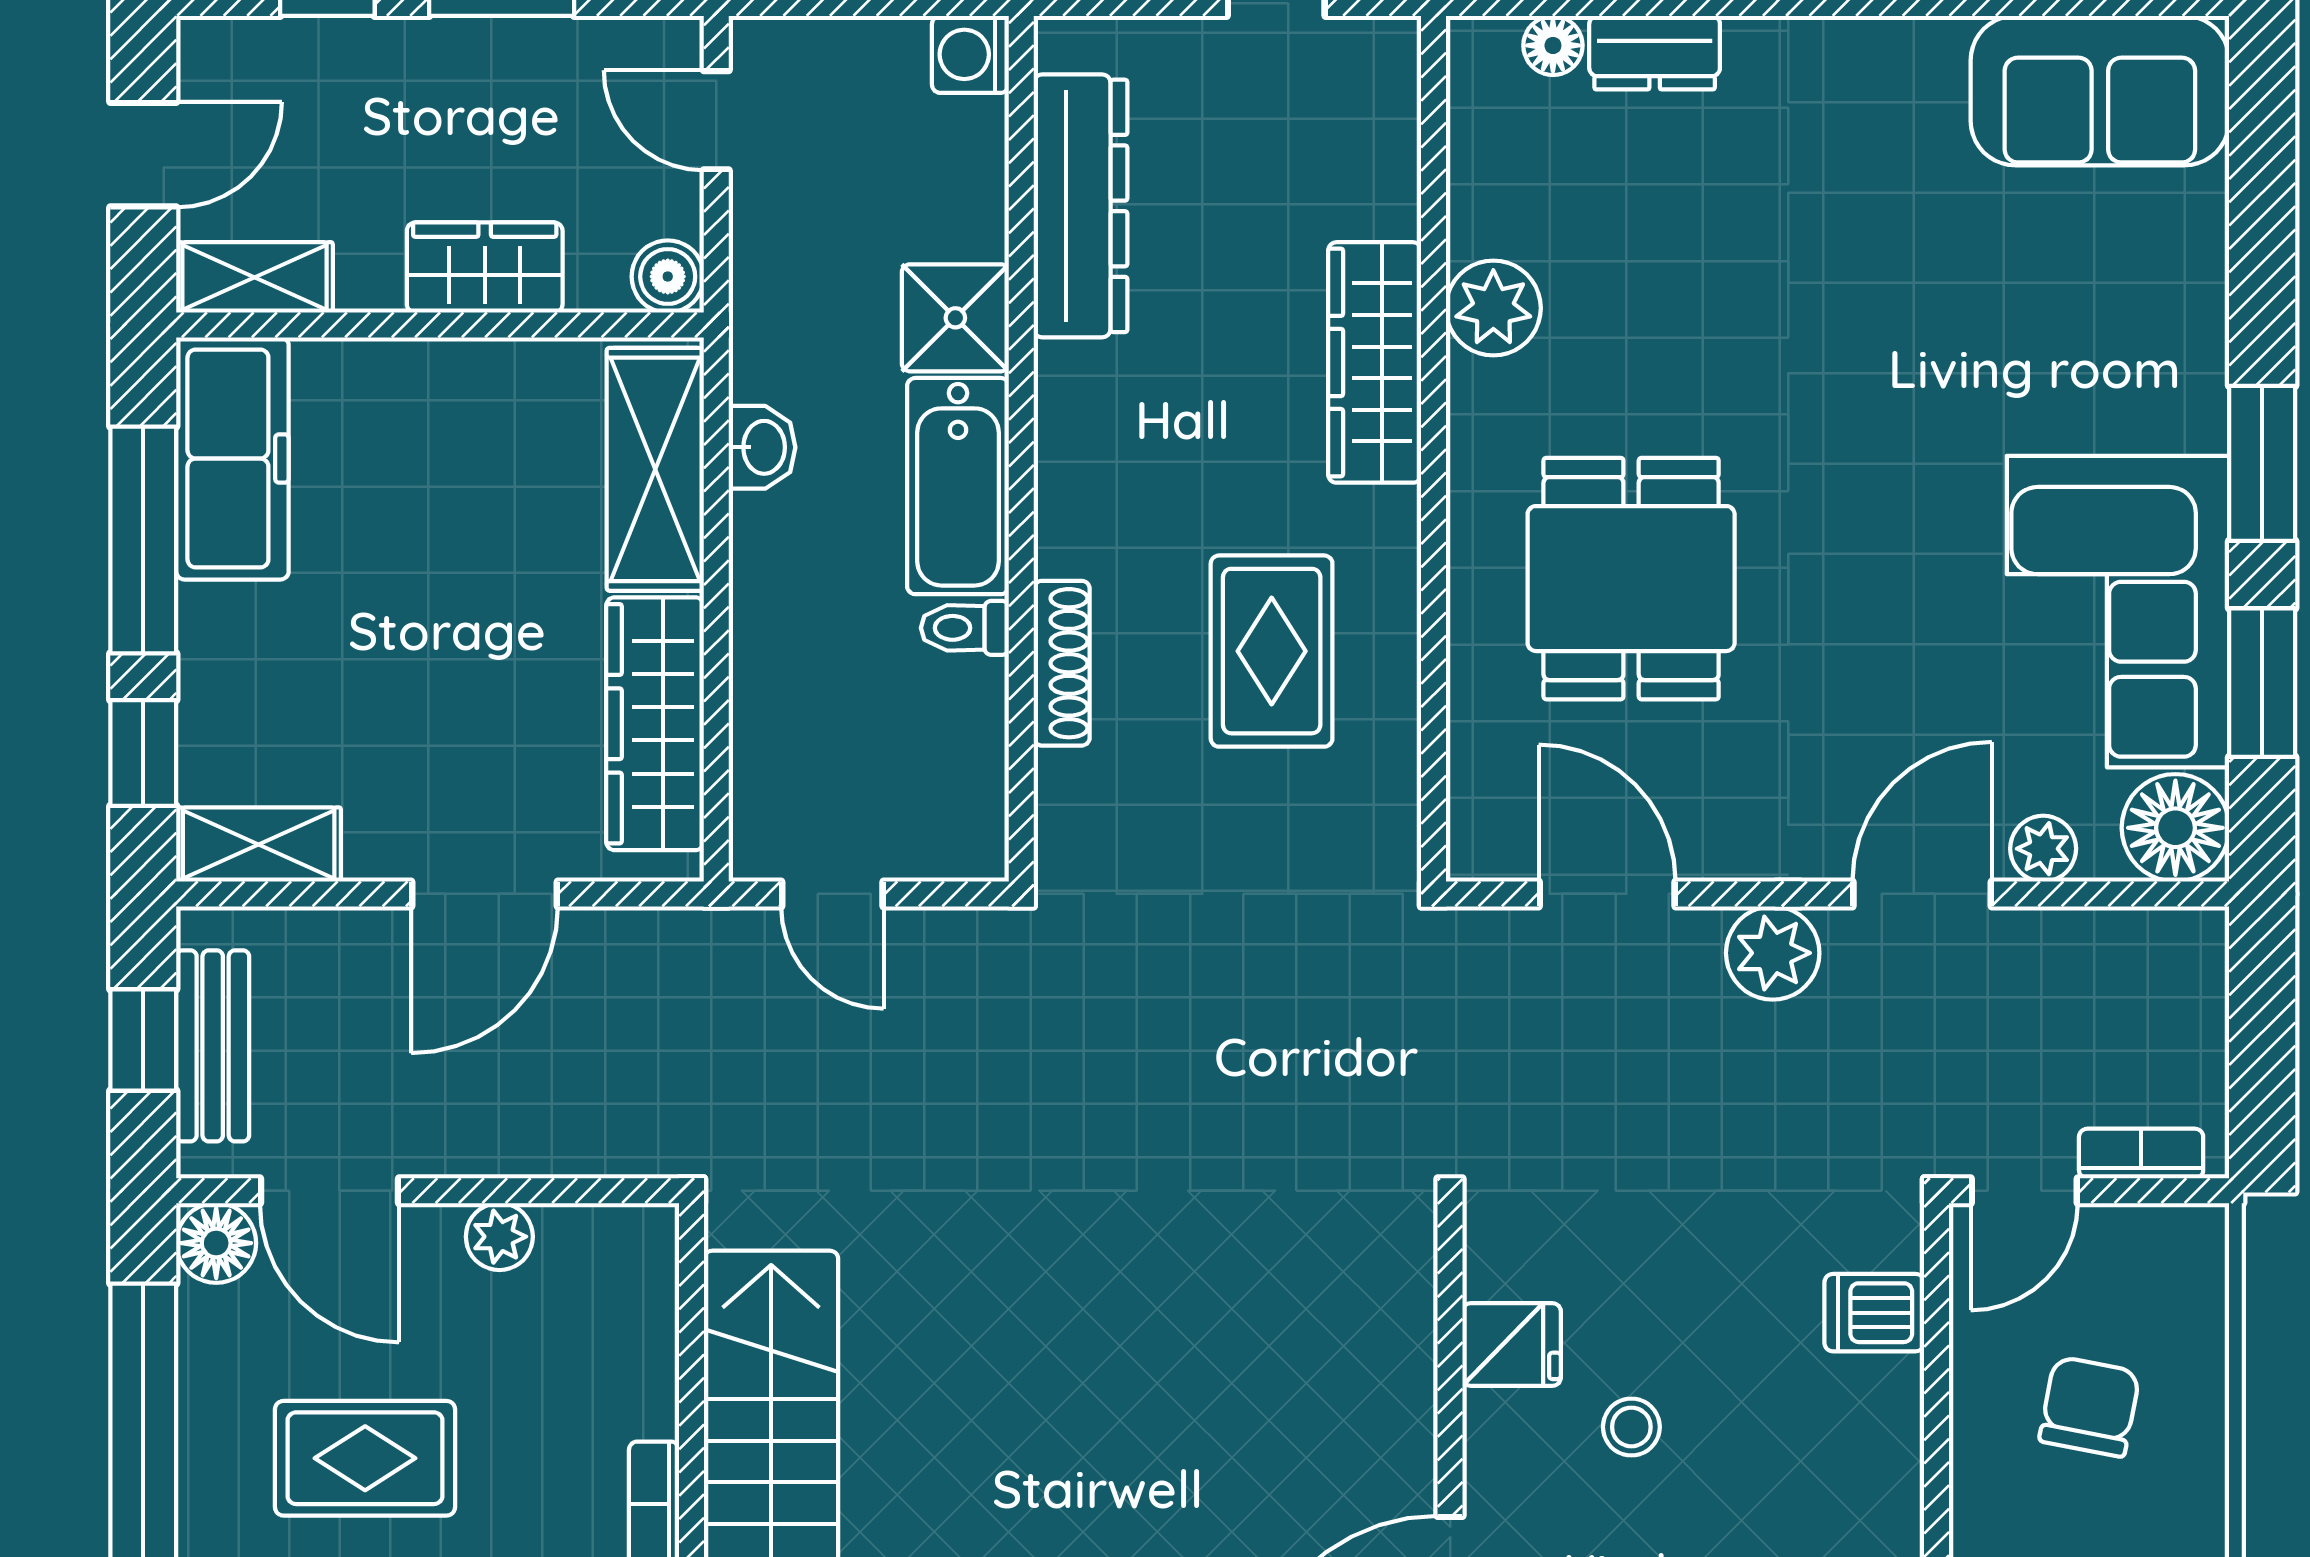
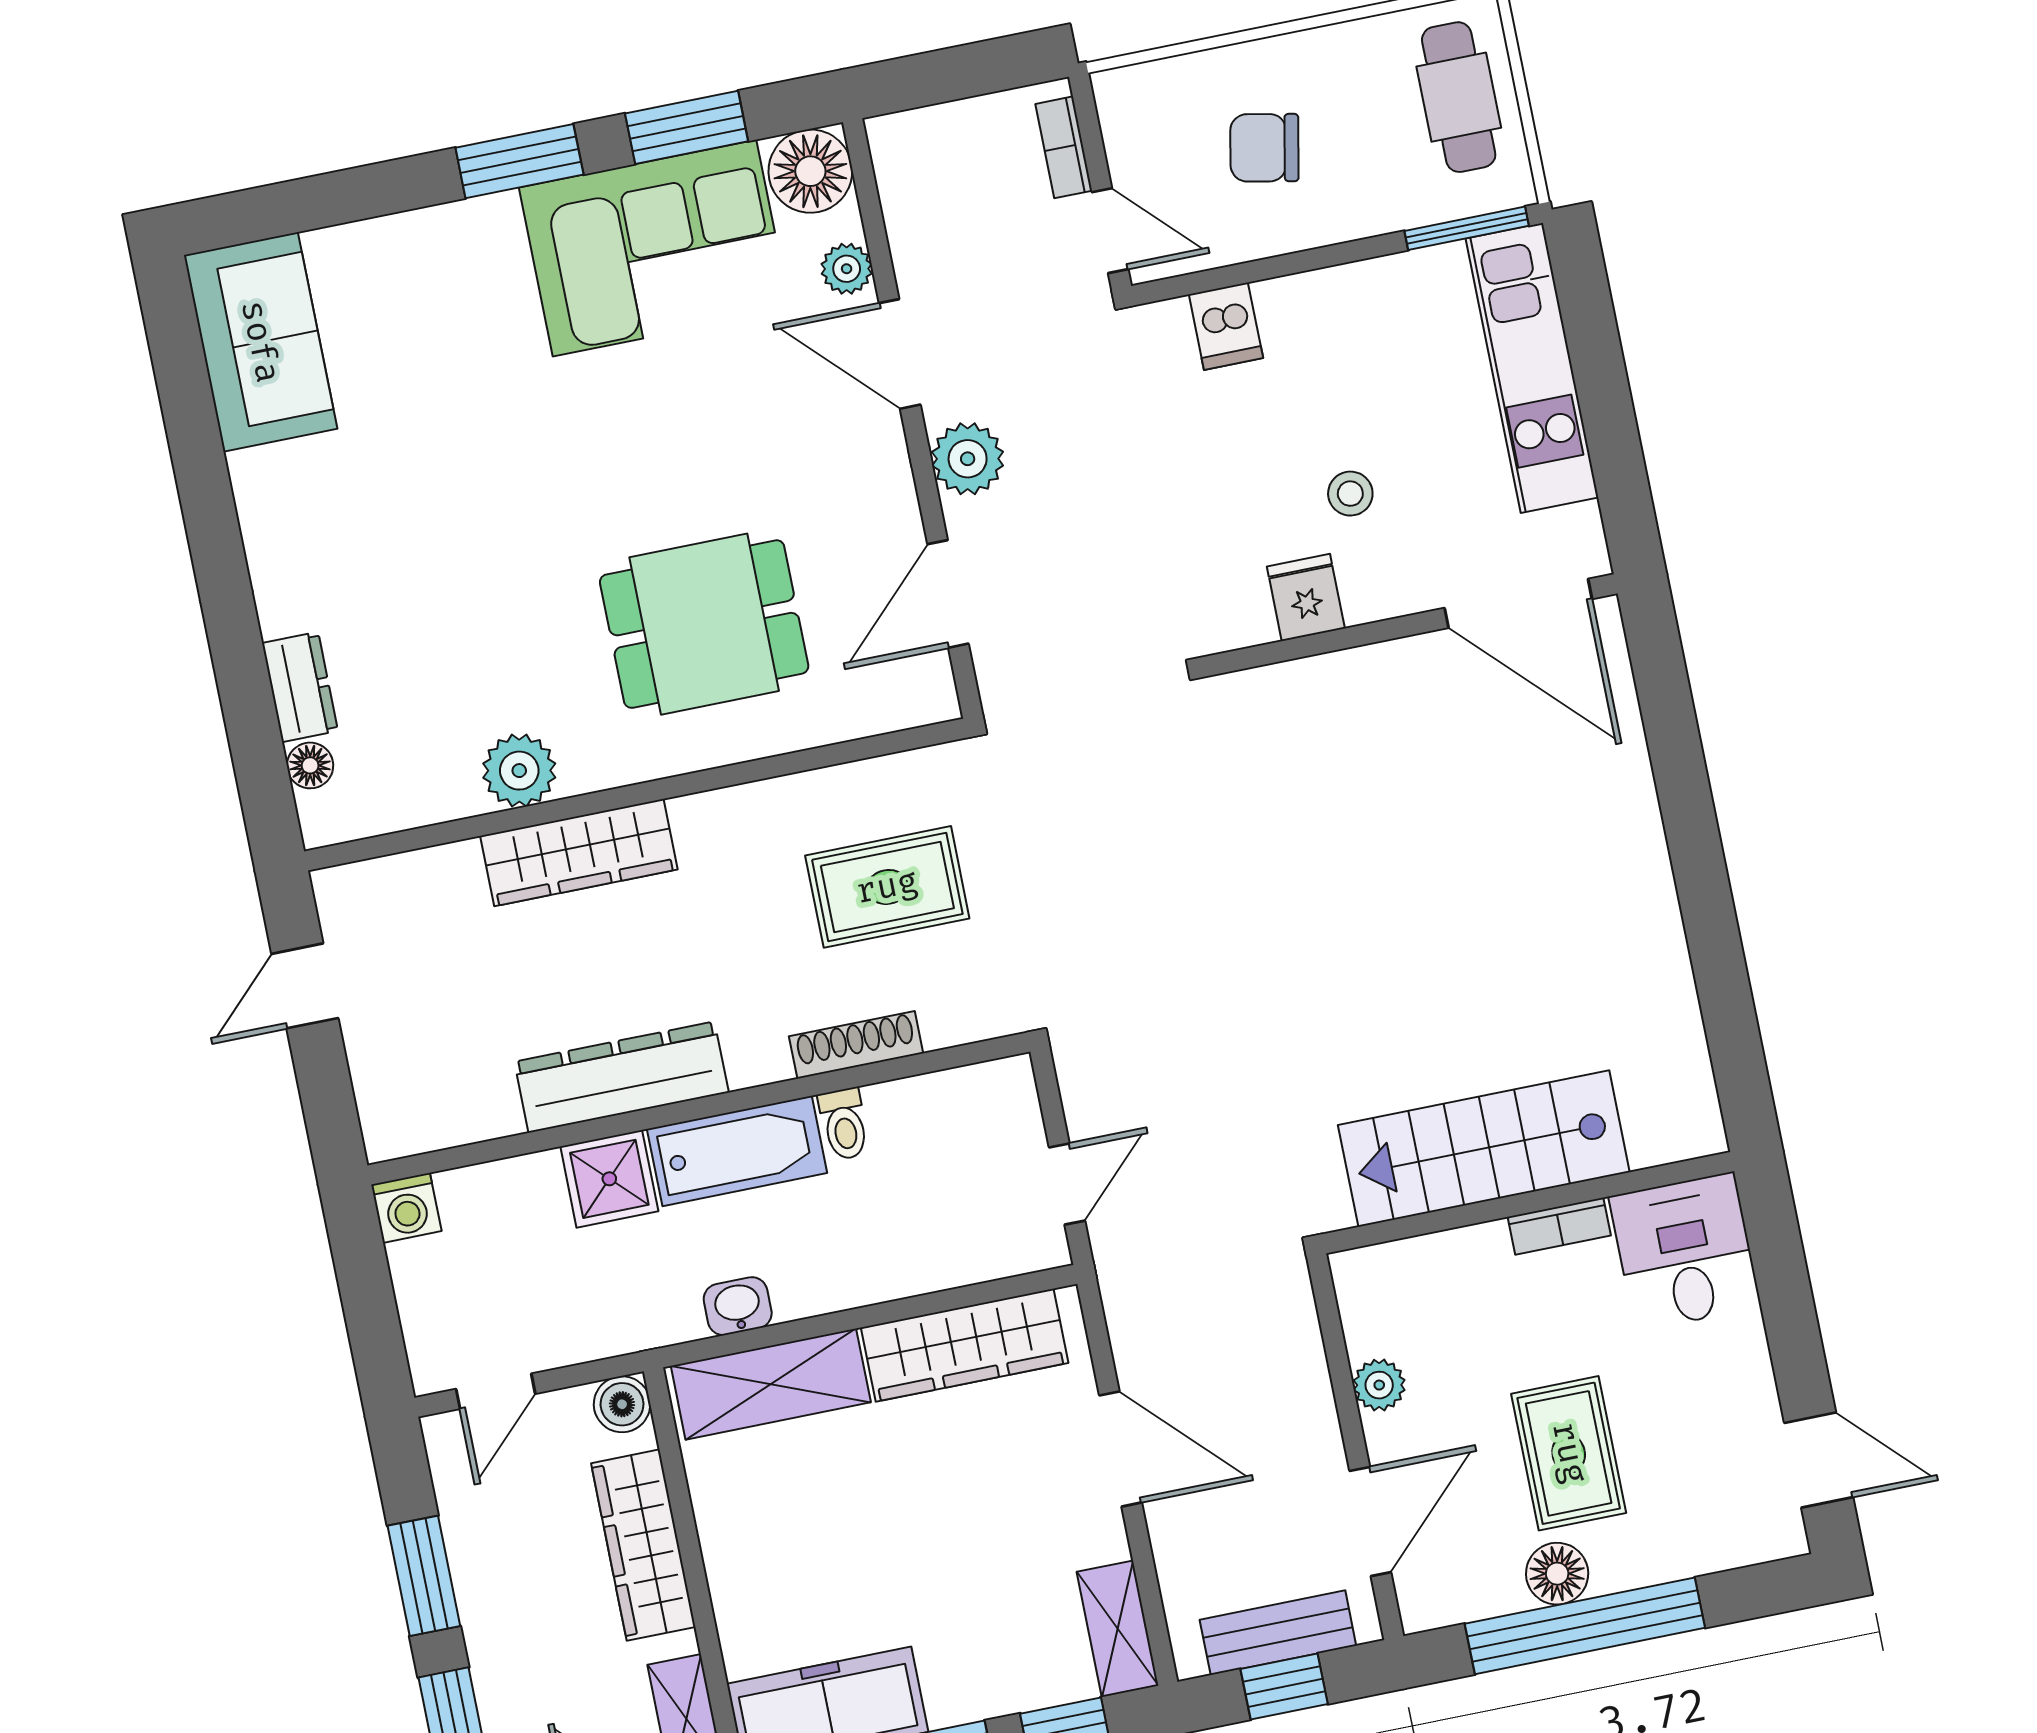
dresser: (1081, 206) -> (621, 1077), moved
wardrobe: (485, 268) -> (643, 1545), width x1.50
rug: (1272, 651) -> (887, 887), moved
floor lamp: (216, 1243) -> (1557, 1574), moved

